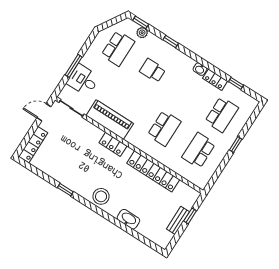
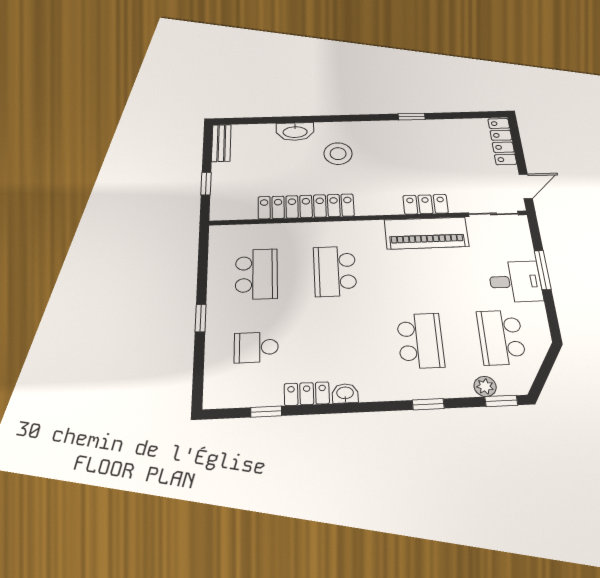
school desk: (153, 70) -> (420, 341), width x1.85
desk: (83, 80) -> (515, 282), moved
school desk: (222, 115) -> (256, 347), width x0.54
locker: (113, 144) -> (426, 204), moved
stool: (101, 196) -> (338, 154), moved
bench: (178, 220) -> (221, 143), moved

